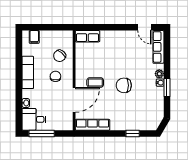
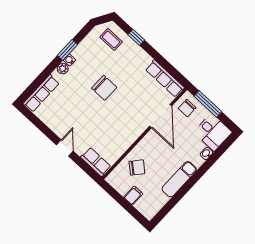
door: (144, 27) -> (65, 148), moved
filing cabinet: (34, 37) -> (133, 195), moved
chair: (55, 76) -> (187, 108), moved
coffee table: (95, 82) -> (111, 39), moved
door: (74, 100) -> (161, 116), swing flipped
window: (42, 133) -> (208, 104), moved

